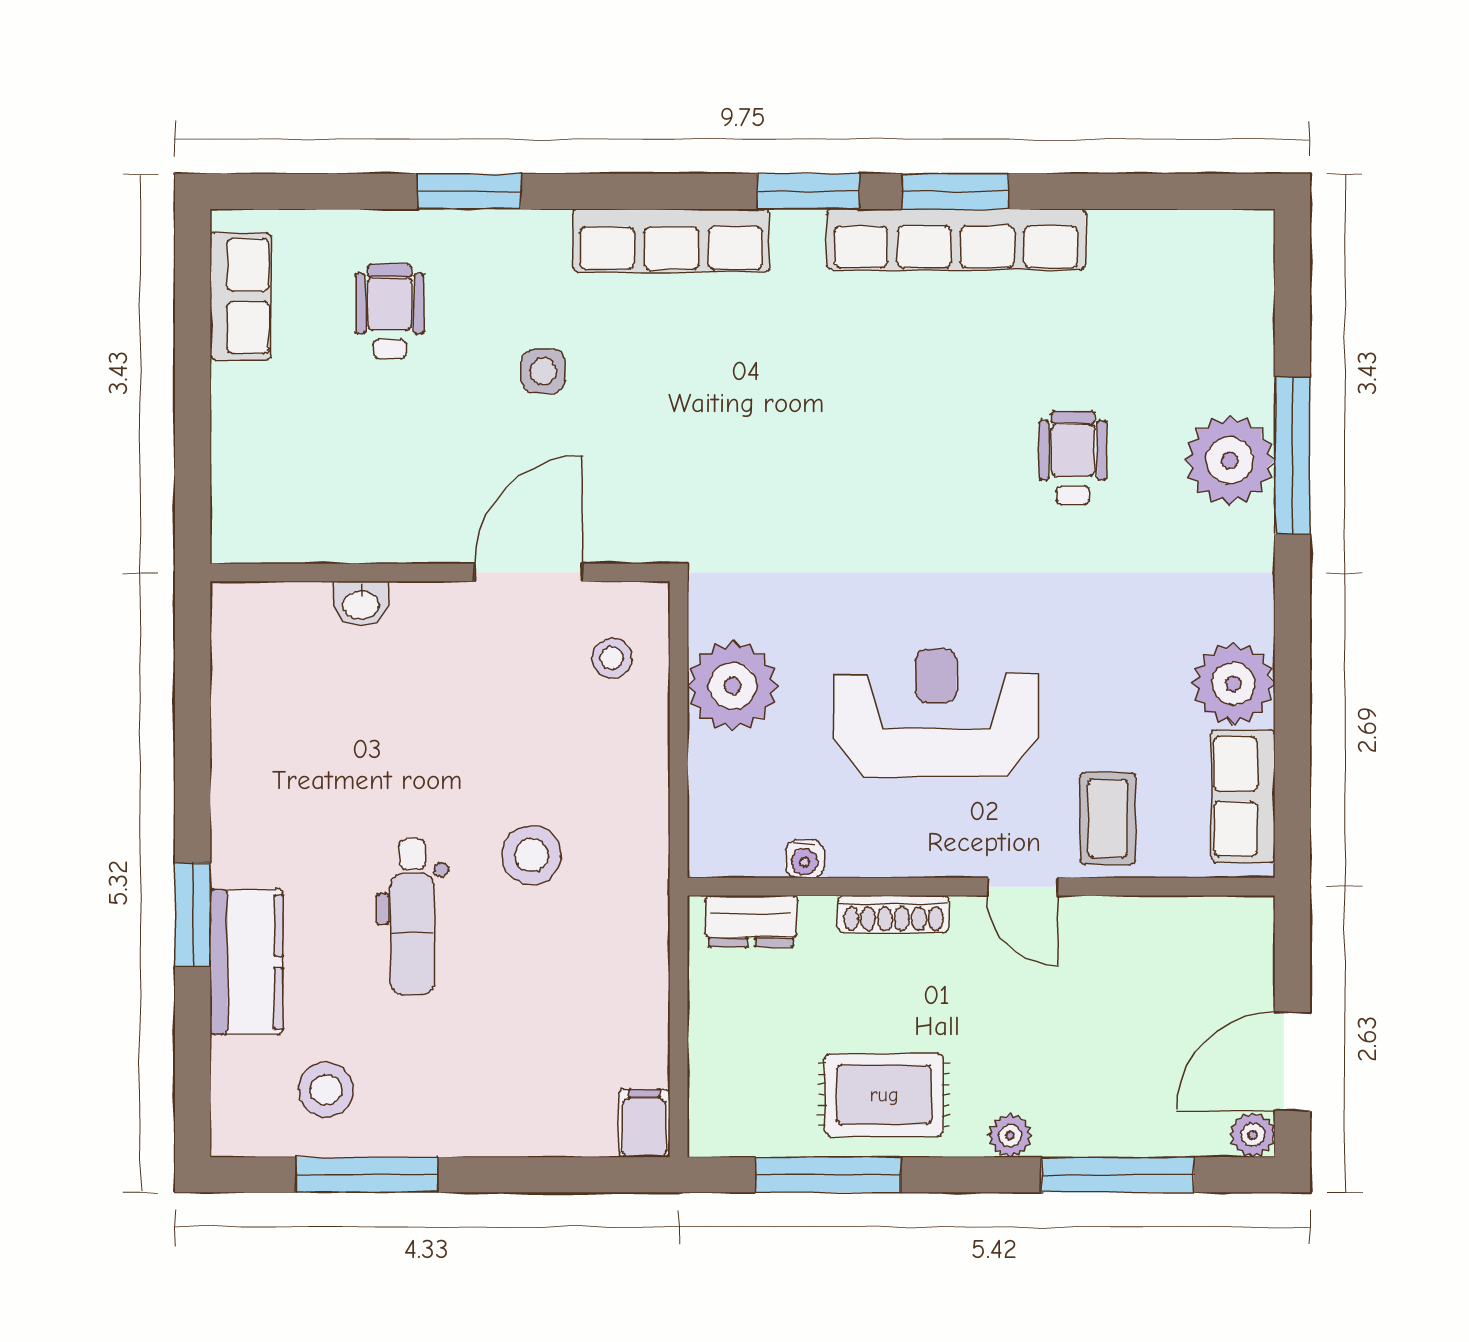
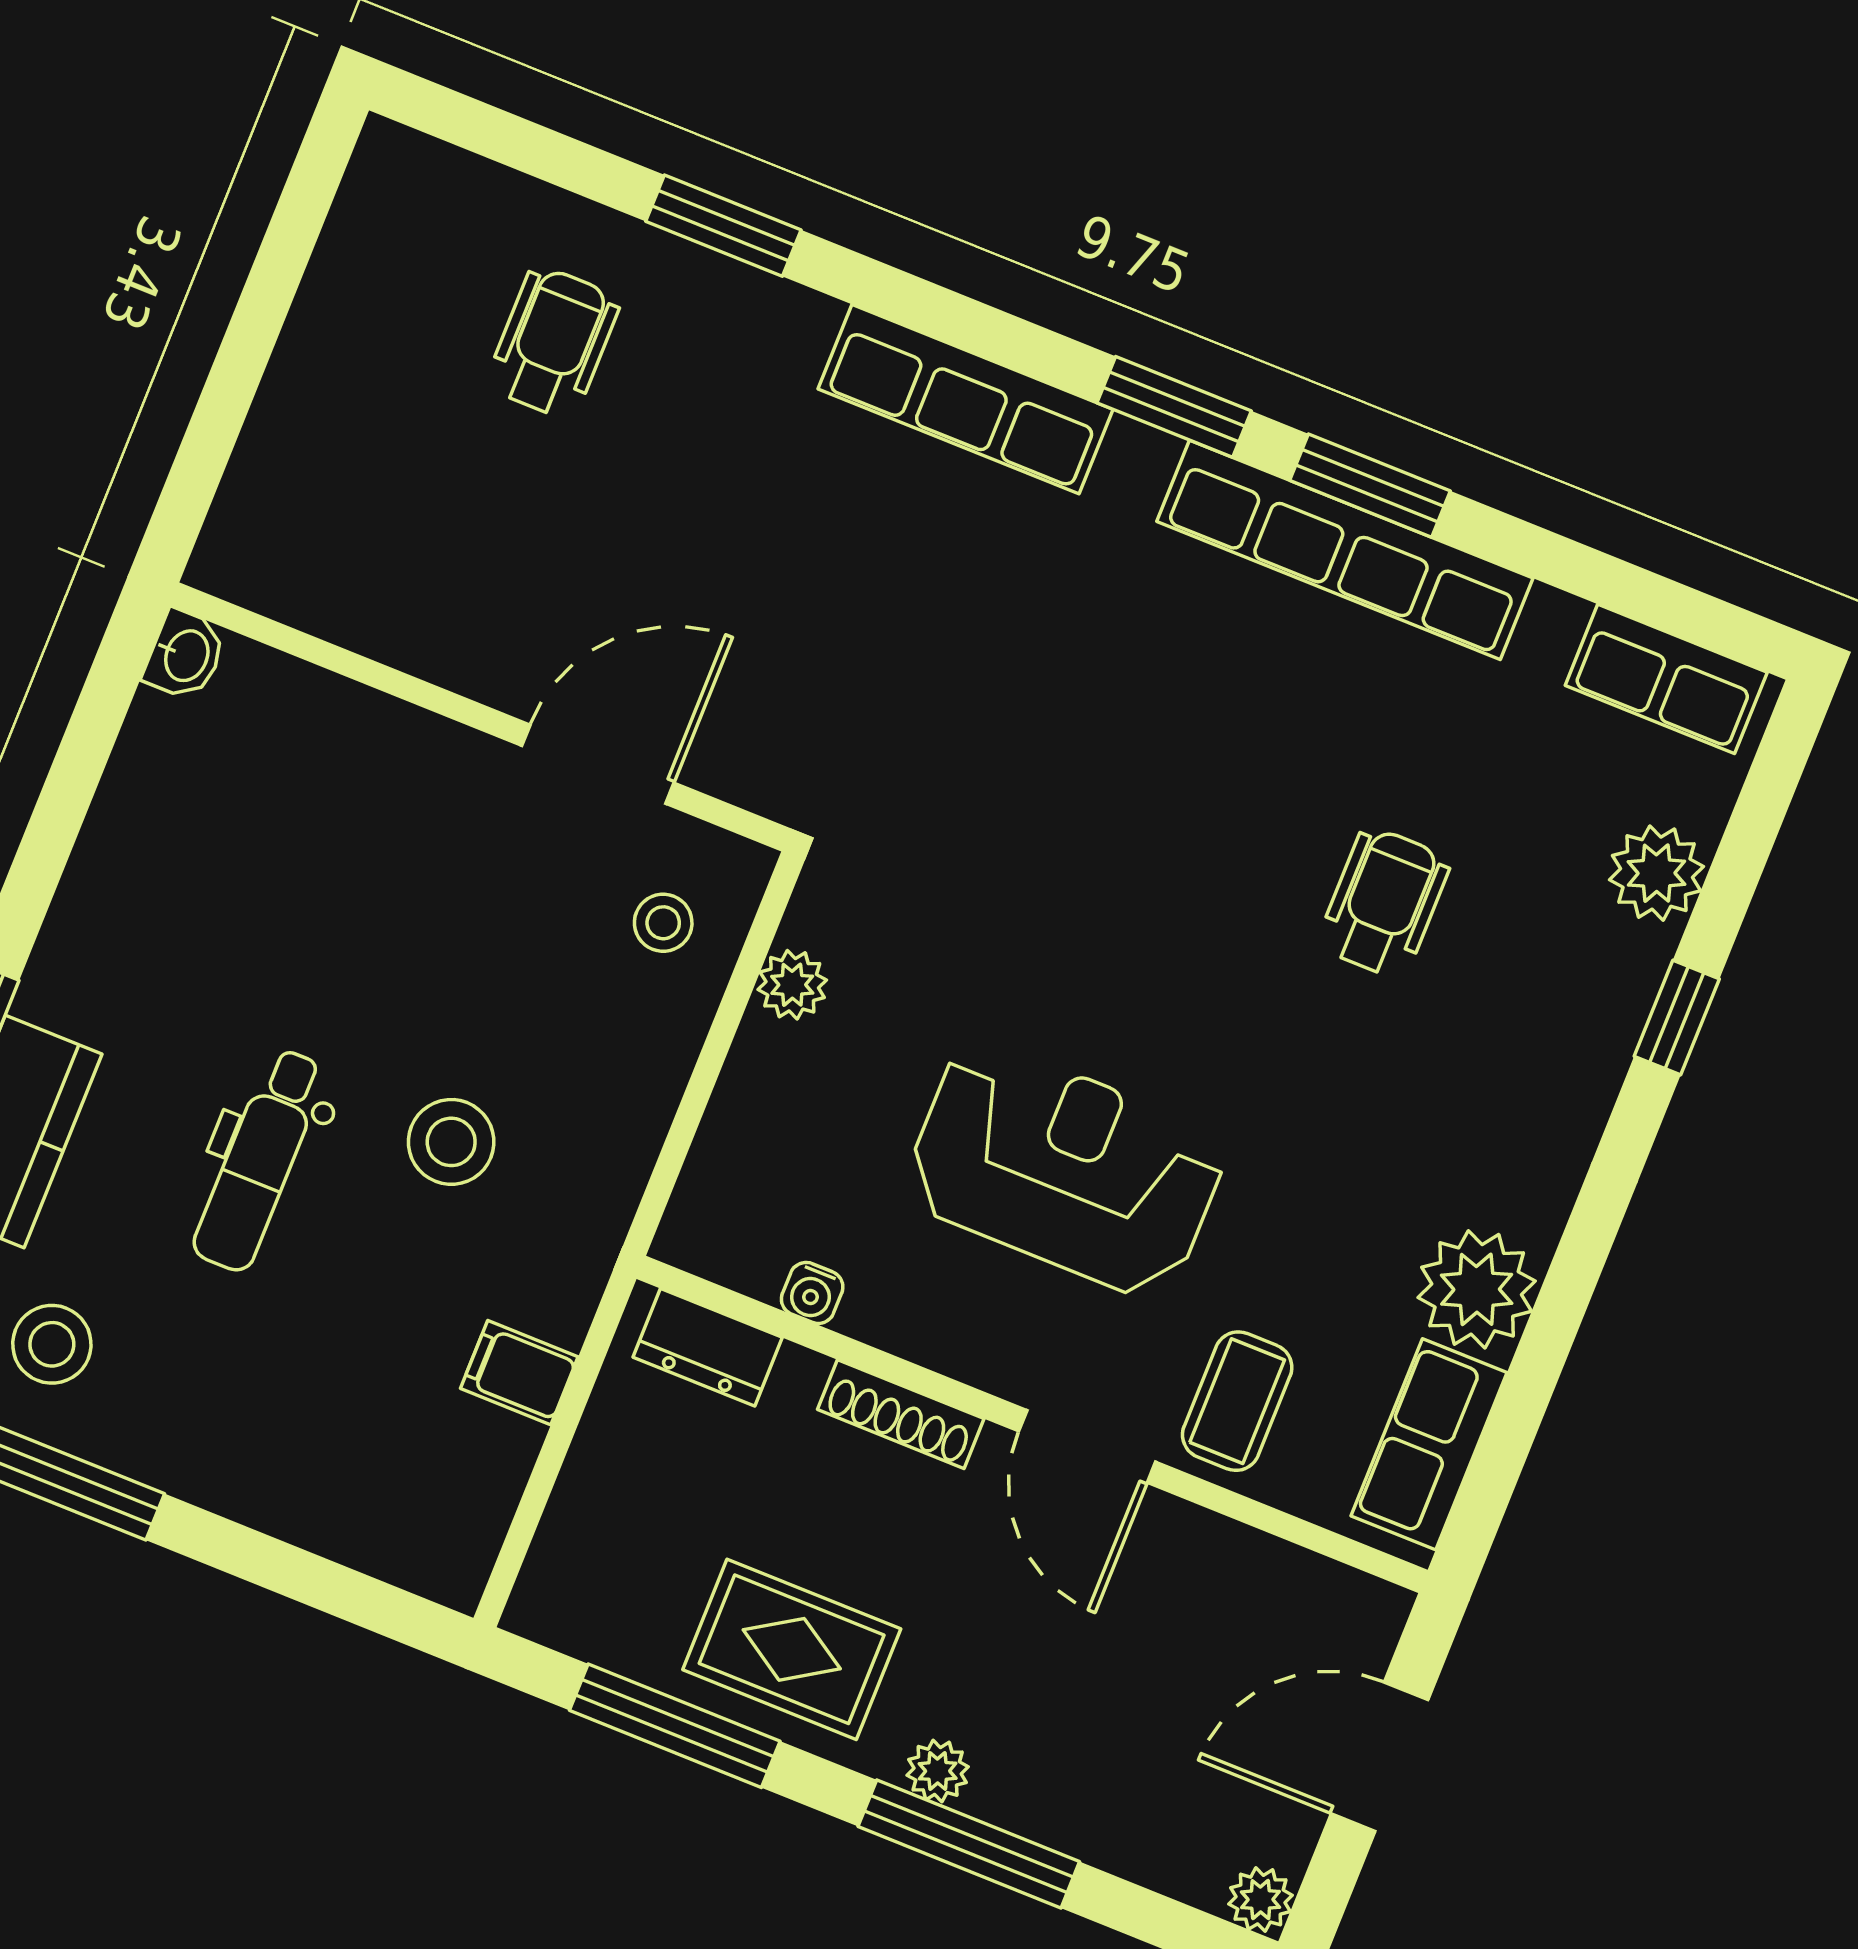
row of seats: (241, 296) -> (1666, 679), moved, turned 90
side table: (543, 371) -> (725, 504), removed
window: (1292, 456) -> (1677, 1018), width x0.46
plant: (1230, 460) -> (1657, 873), moved, width x0.73, depth x0.73
washbasin: (361, 604) -> (185, 655), moved, turned -90
plant: (733, 686) -> (792, 985), width x0.53, depth x0.53
door: (1022, 887) -> (1087, 1447), width x1.38
door: (1292, 1061) -> (1380, 1757), moved
filing cabinet: (644, 1123) -> (519, 1373), moved, turned -90
window: (1118, 1175) -> (969, 1844), moved

